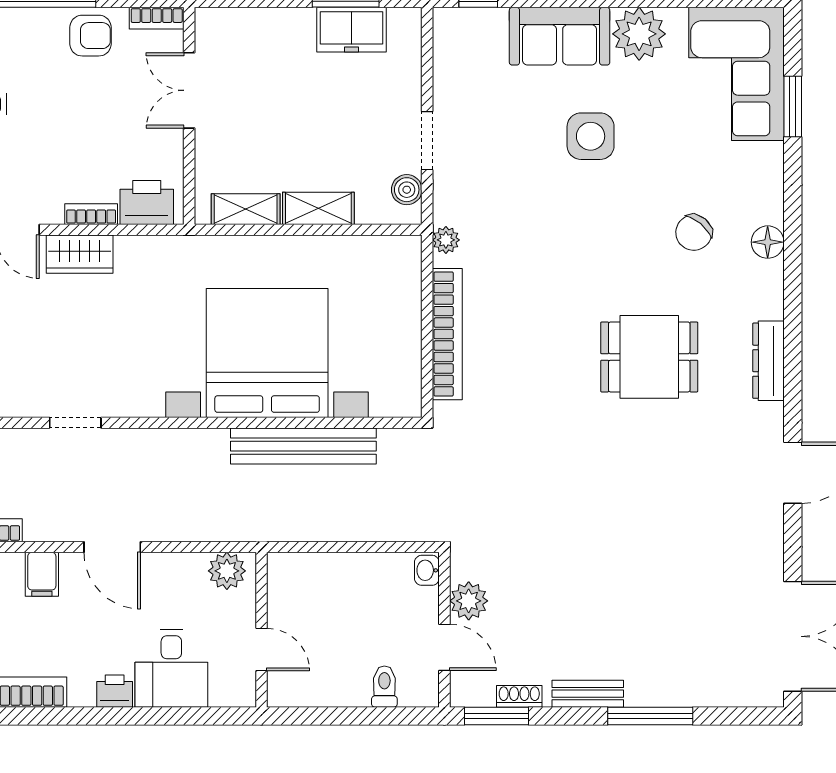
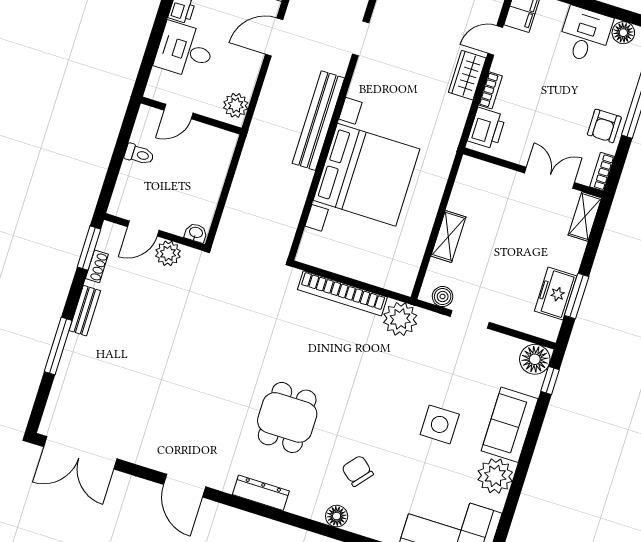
floor lamp: (455, 30) -> (535, 359), added
shelving: (246, 209) -> (585, 216), moved
plant: (446, 240) -> (400, 319), width x1.87, depth x1.87
bench: (303, 446) -> (318, 121), moved
toilet: (384, 687) -> (139, 154), moved

